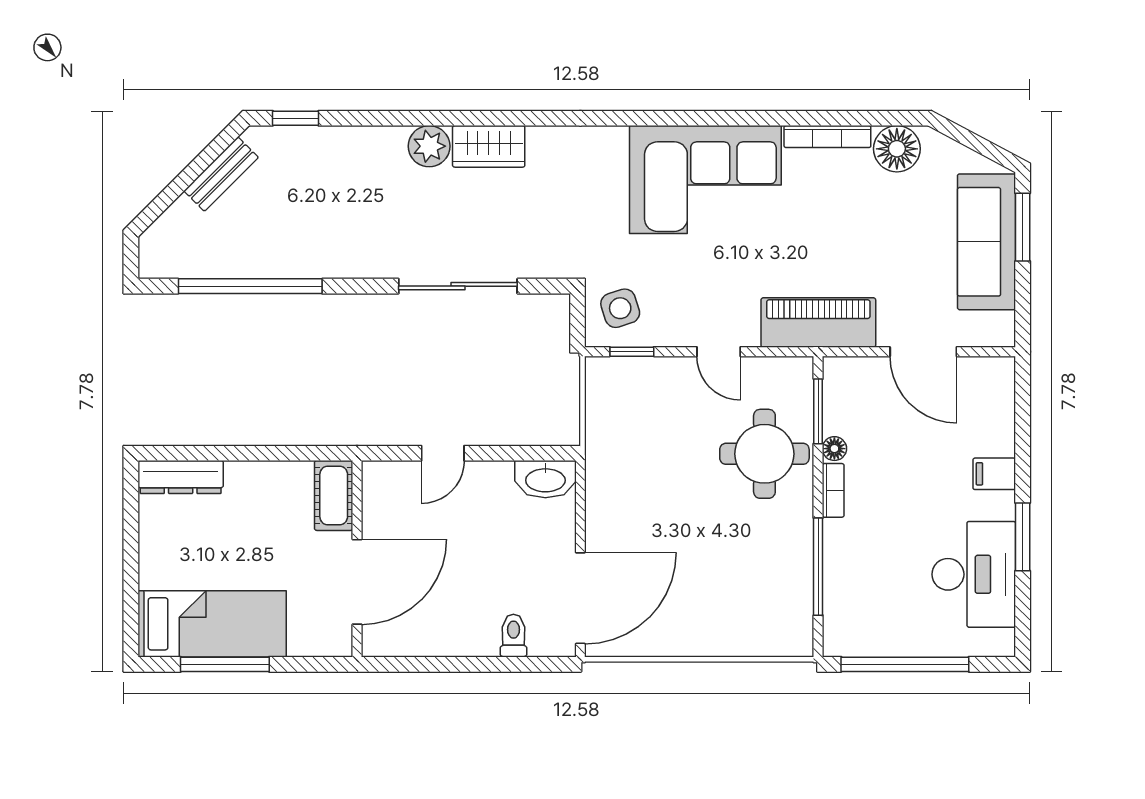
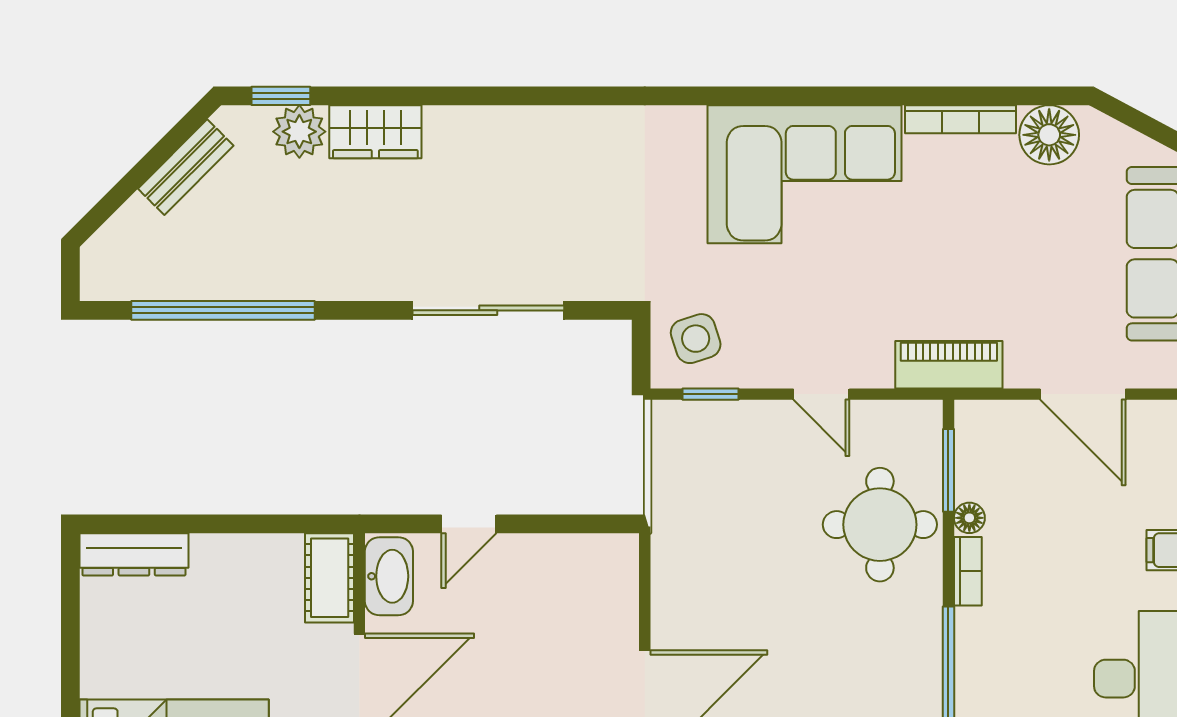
plant: (429, 146) -> (299, 132), moved
wardrobe: (489, 146) -> (375, 132), moved
piano: (818, 323) -> (949, 365), width x0.73, depth x0.75
washbasin: (545, 479) -> (389, 576), moved, turned -90

